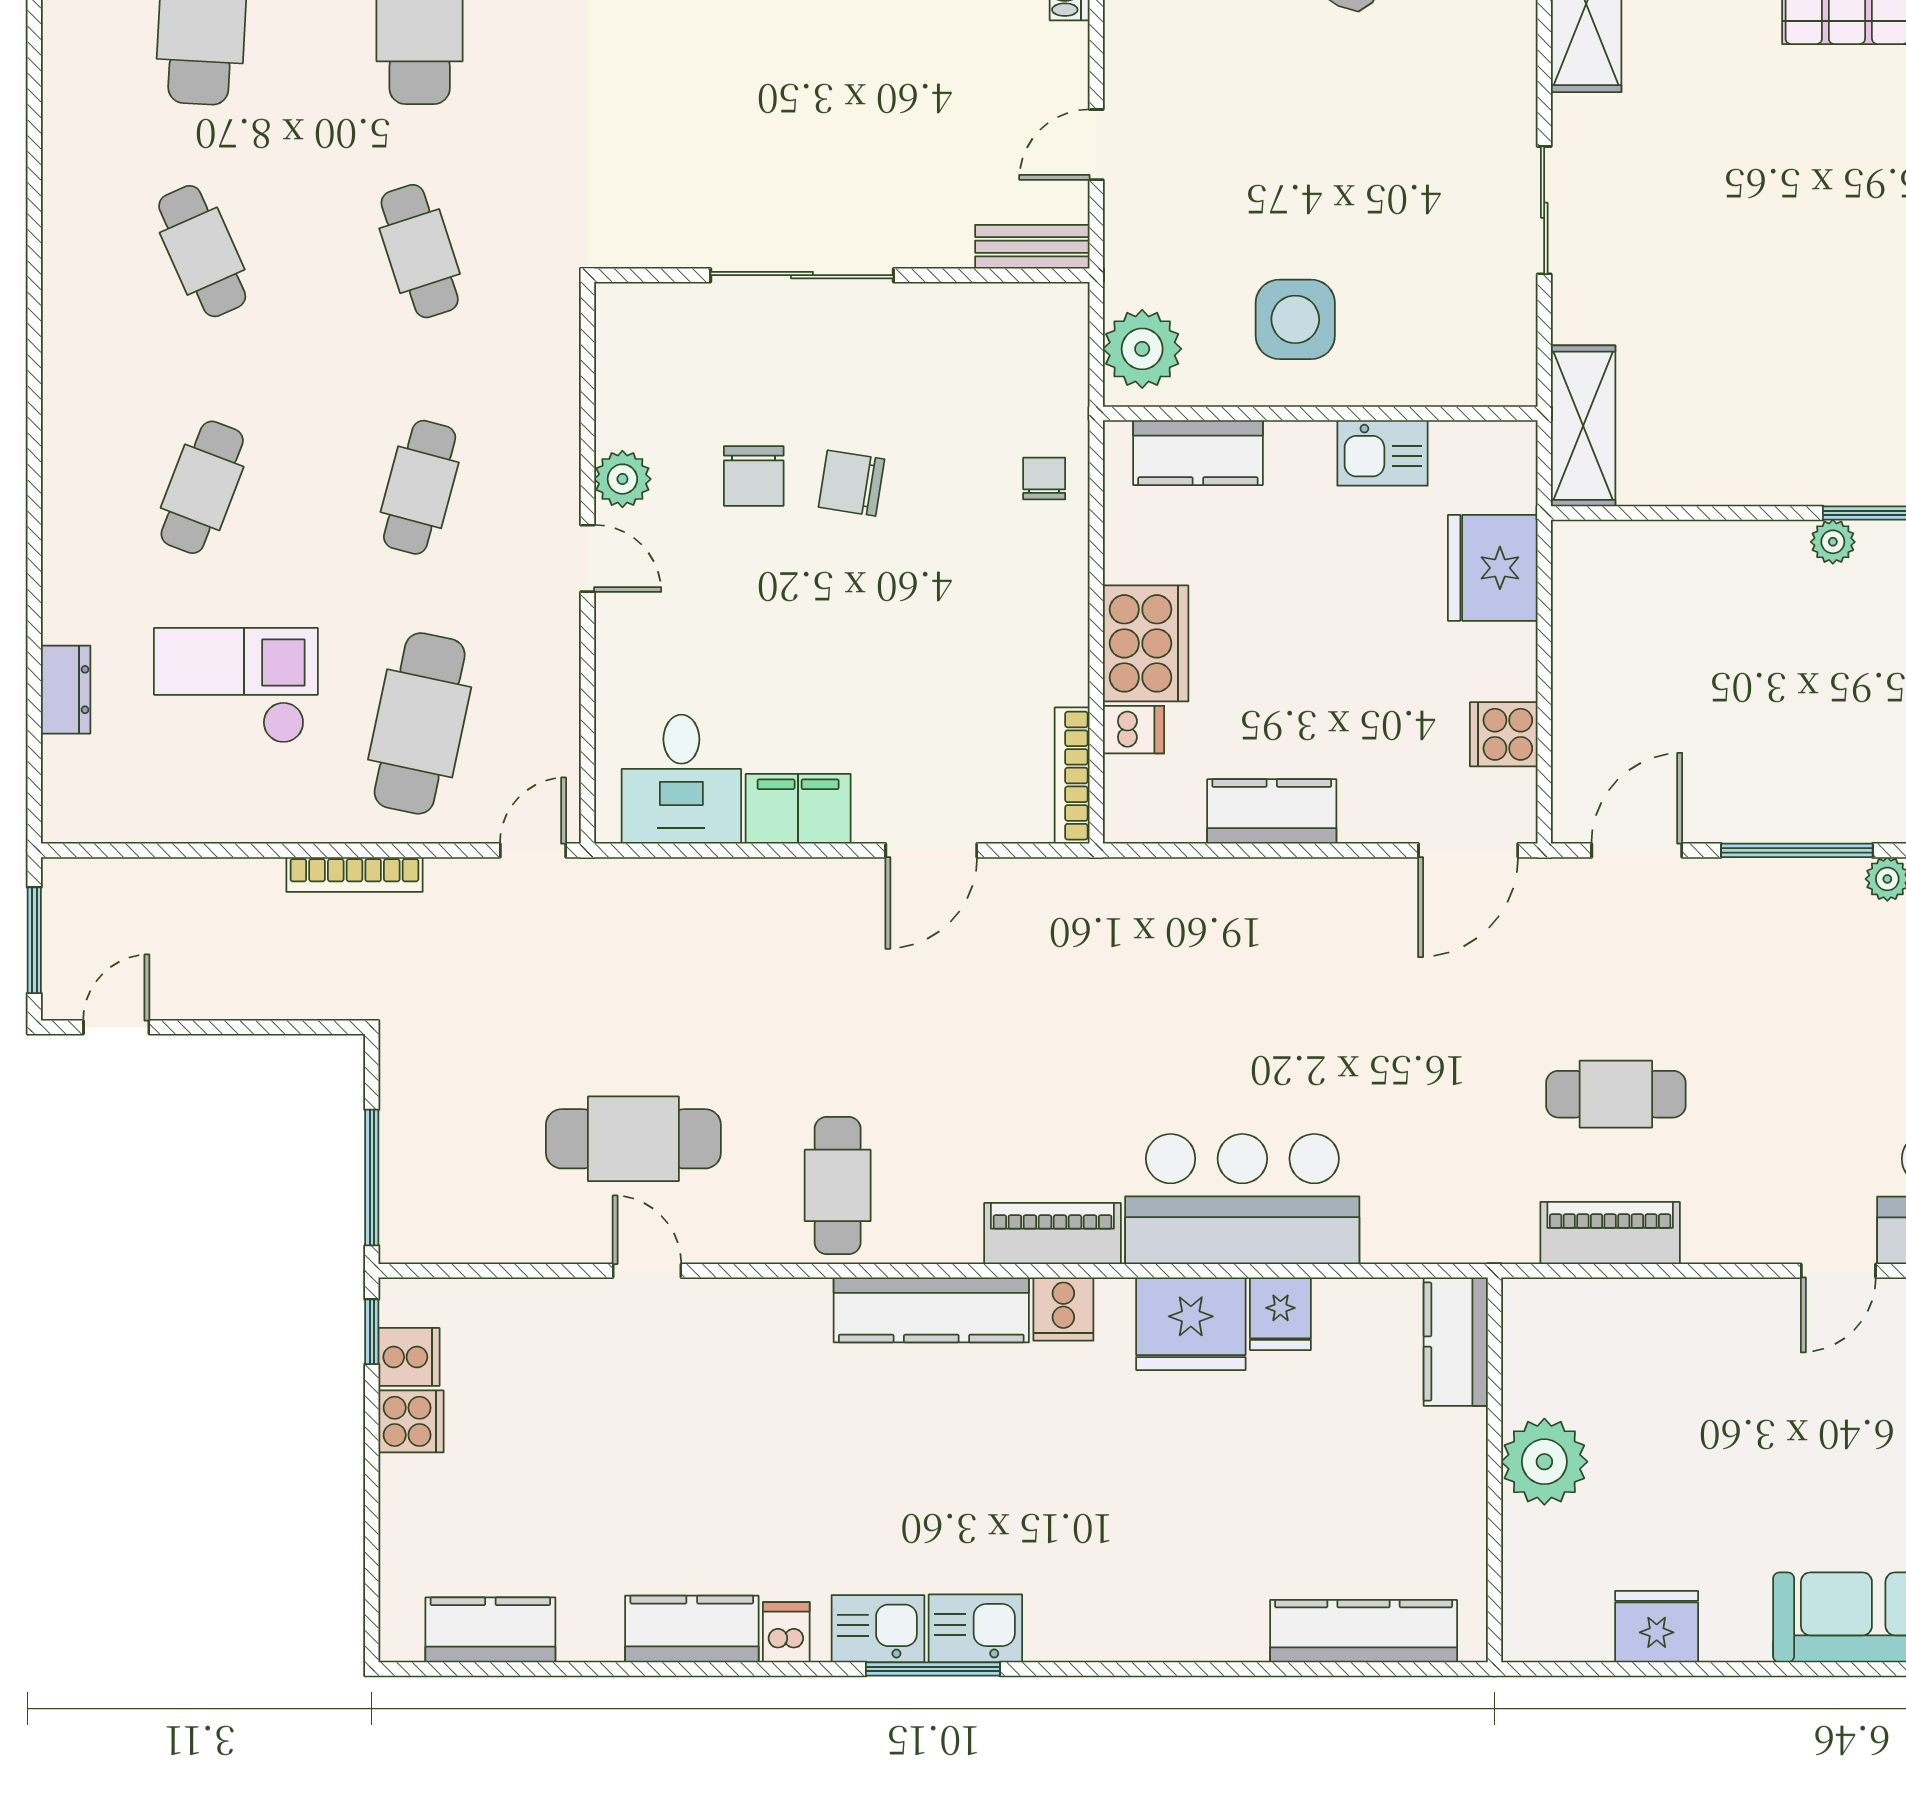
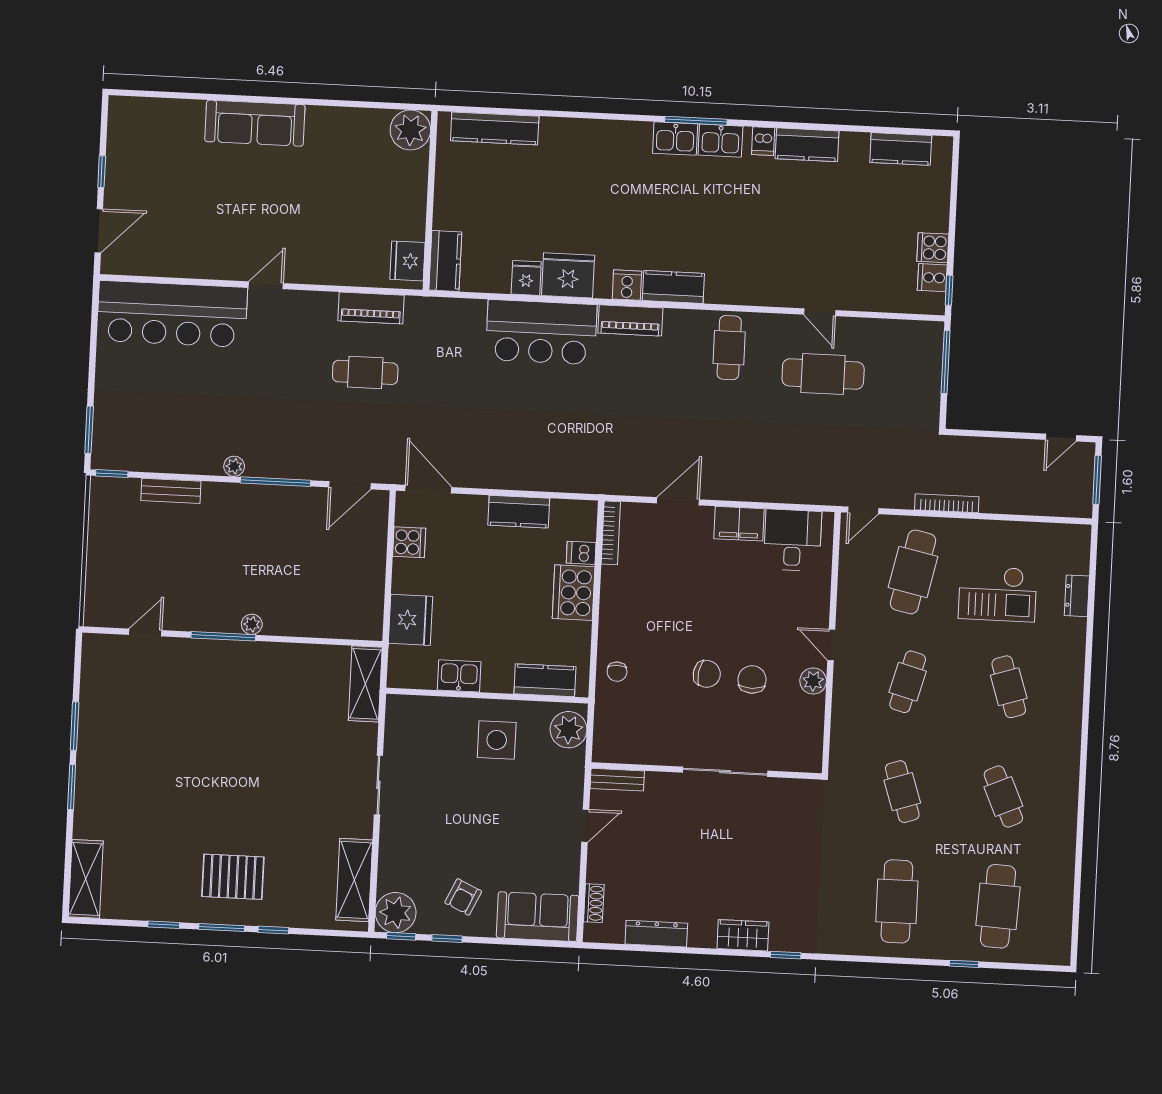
cafe table: (202, 487) -> (1009, 687), turned -39
door: (1468, 850) -> (428, 489), hinge flipped
kitchen counter: (931, 1310) -> (673, 287), width x0.67
plant: (1544, 1462) -> (410, 130), moved
fridge: (1657, 1627) -> (408, 261), moved, turned 90

